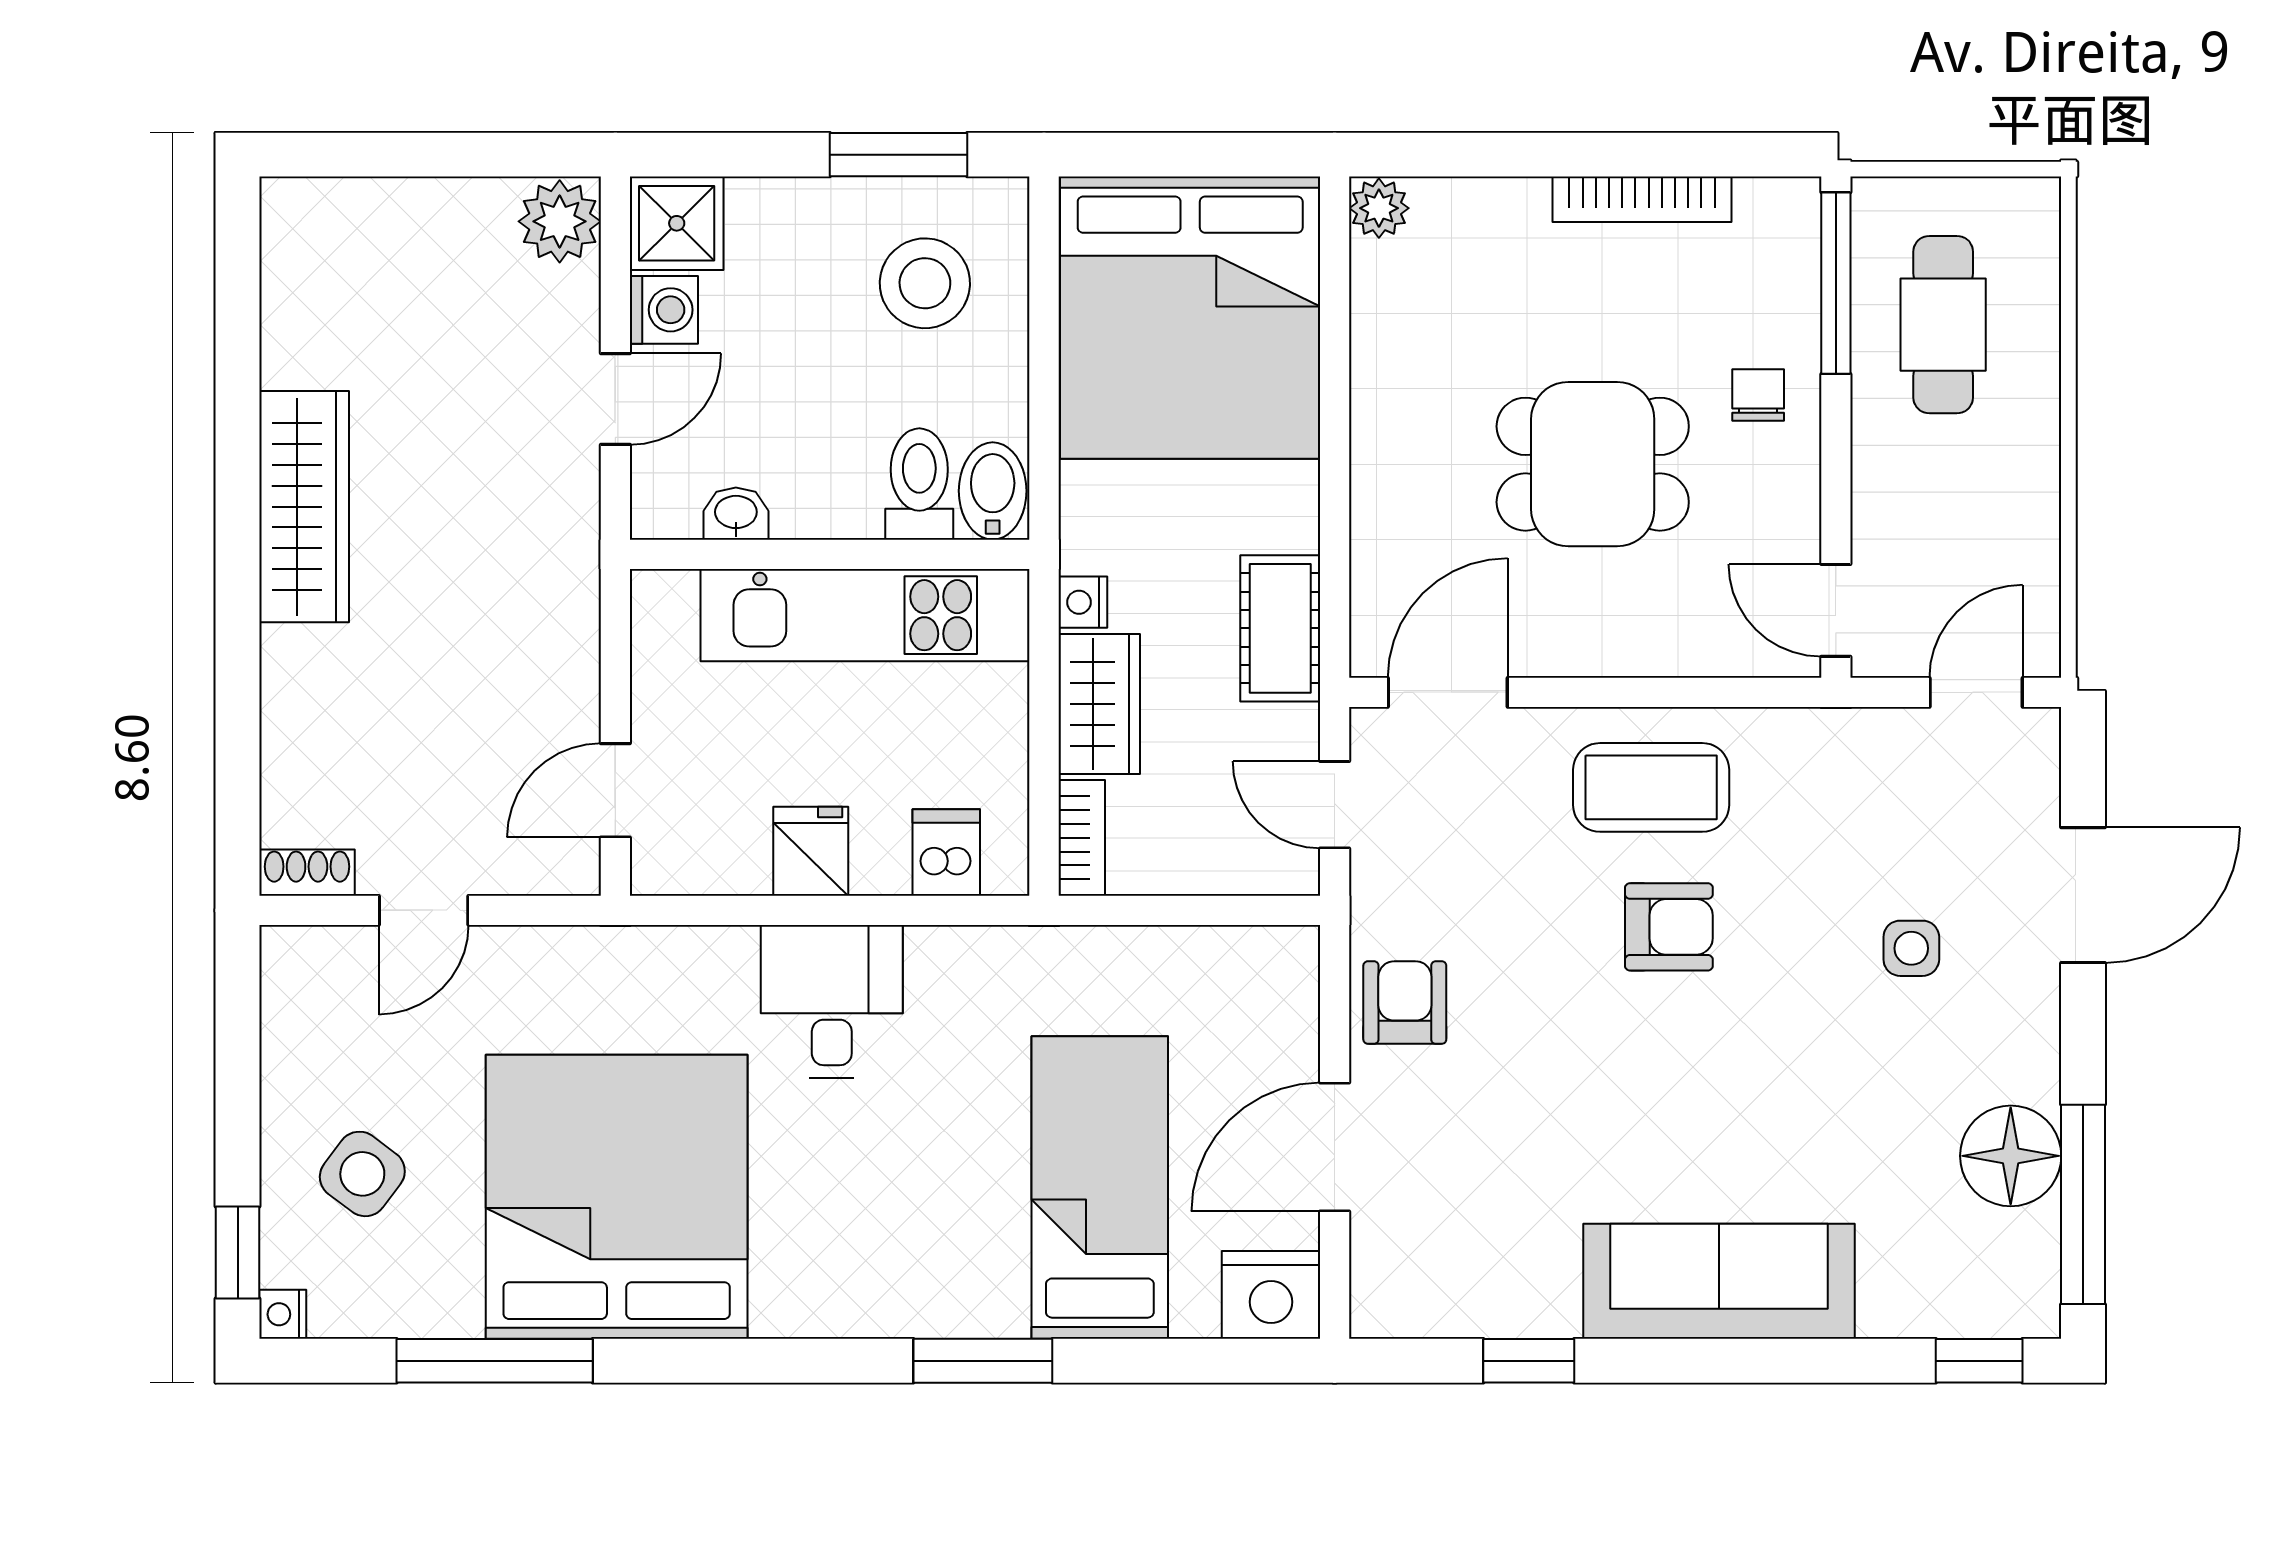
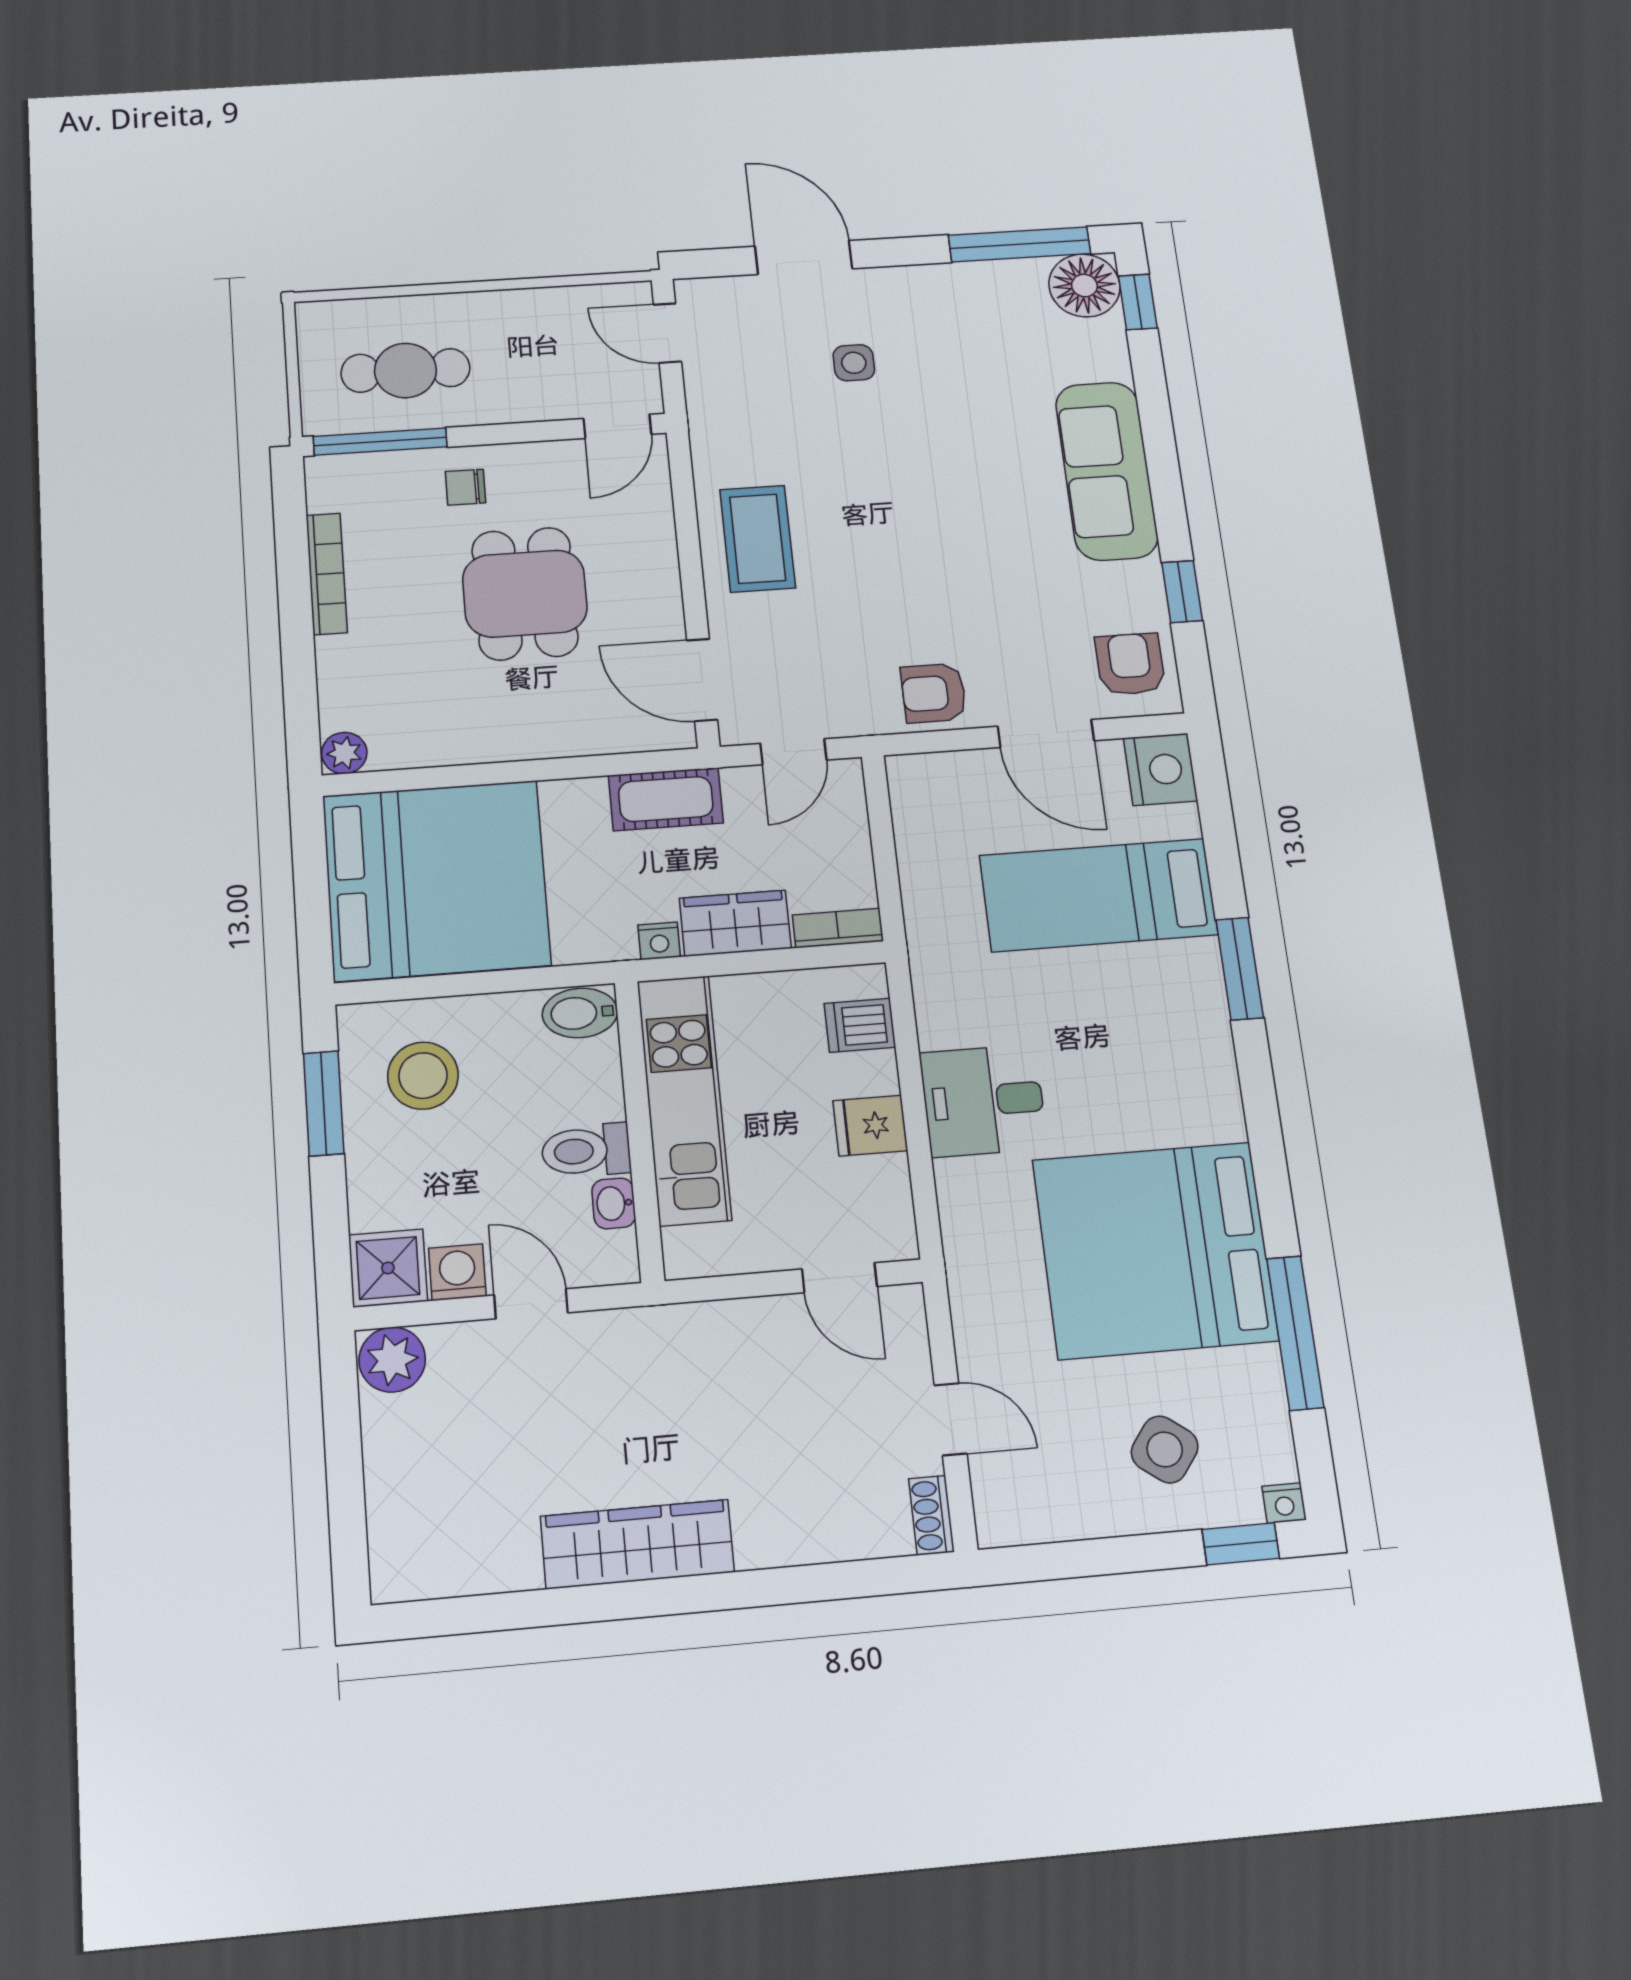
toilet: (919, 484) -> (586, 1151), moved
armchair: (1669, 927) -> (1130, 664), moved
floor lamp: (2011, 1156) -> (1084, 286), moved

